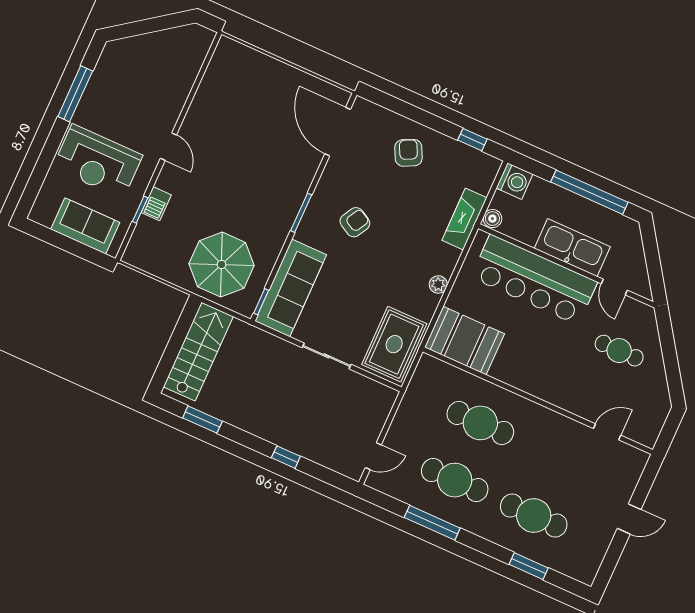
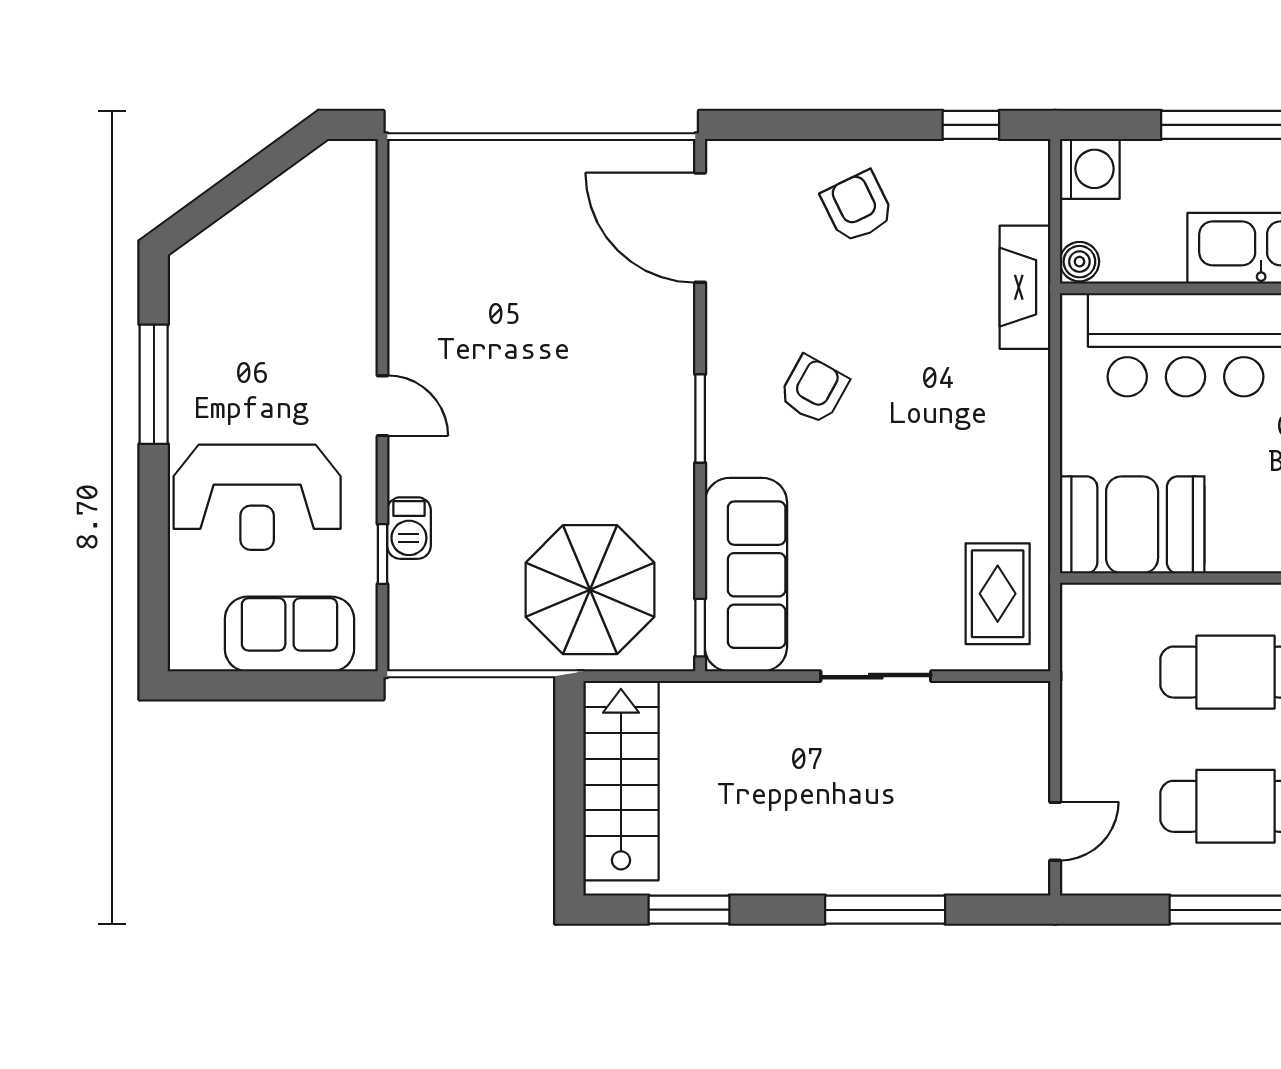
plant: (438, 285) -> (1031, 438), removed
rug: (394, 344) -> (998, 594), width x0.73, depth x0.70
window: (286, 457) -> (885, 910), width x2.17

